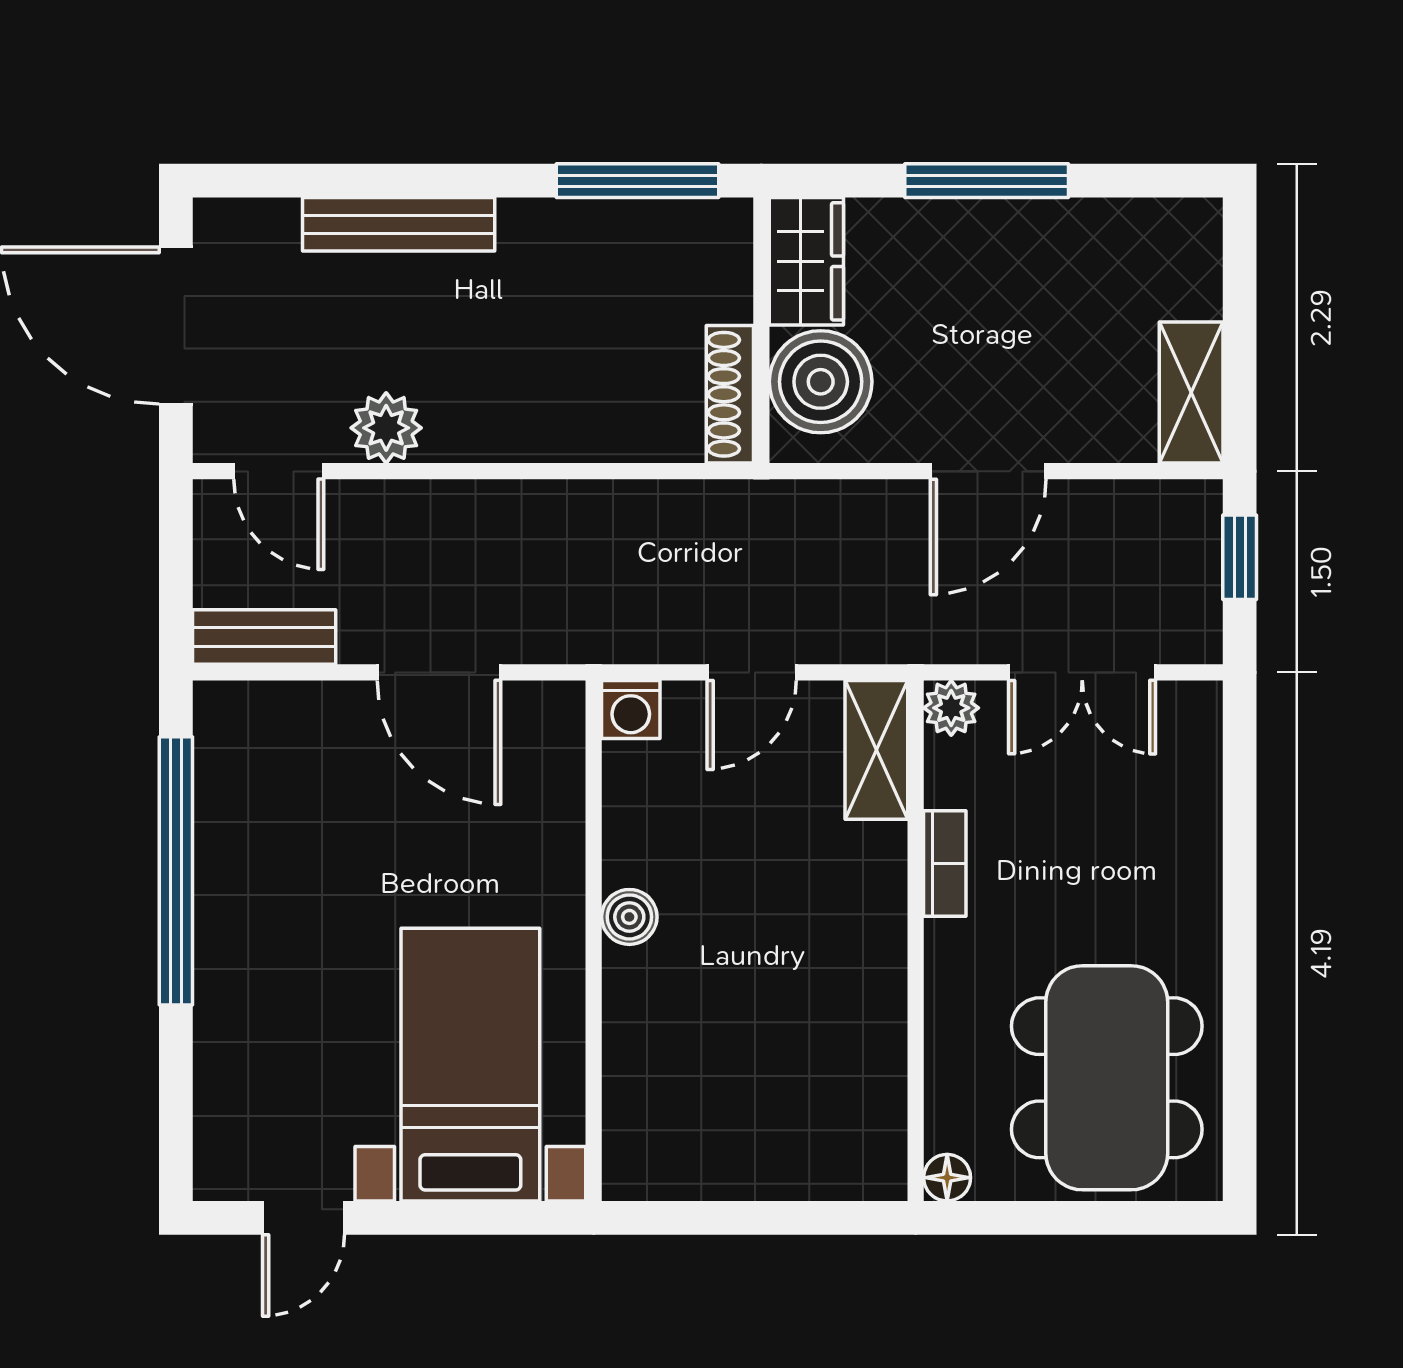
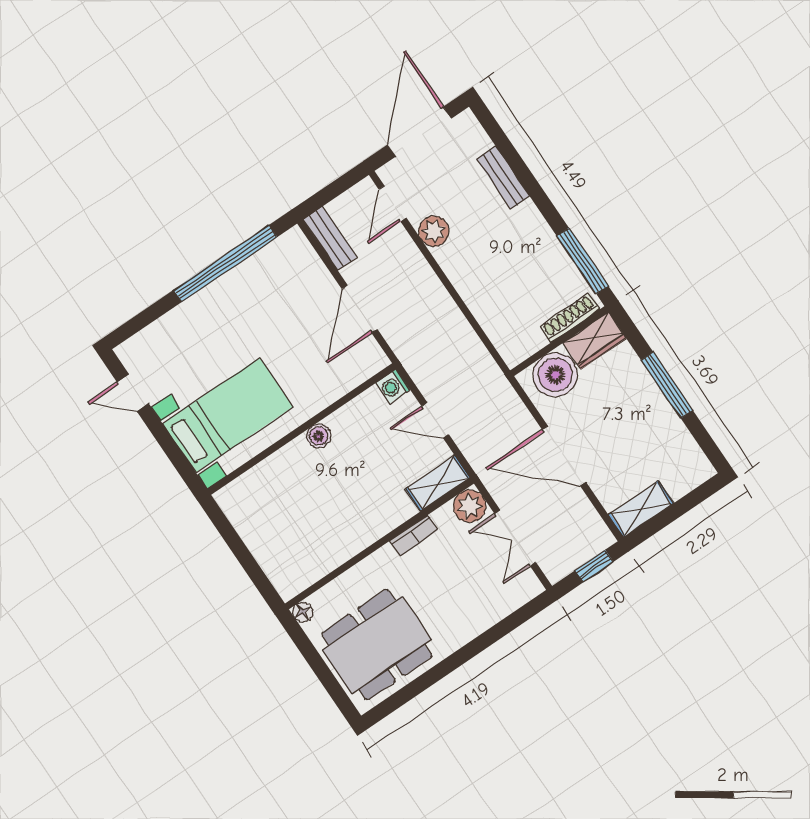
bench: (399, 224) -> (503, 177), width x0.73
shoe rack: (730, 394) -> (570, 318), moved
door: (988, 471) -> (564, 456), width x1.36
plant: (951, 708) -> (470, 506), width x1.38, depth x1.38

